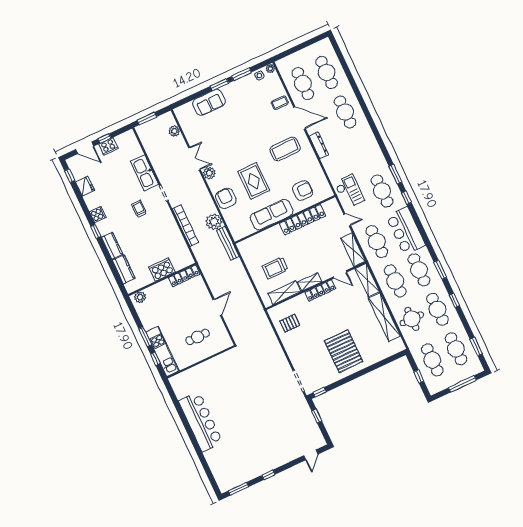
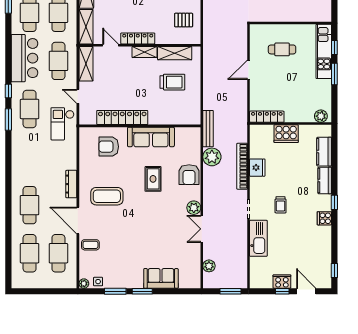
rug: (254, 181) -> (153, 179), width x0.73, depth x0.70
fridge: (85, 186) -> (257, 168), moved, turned 180

